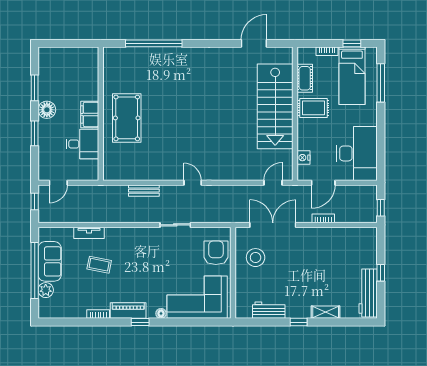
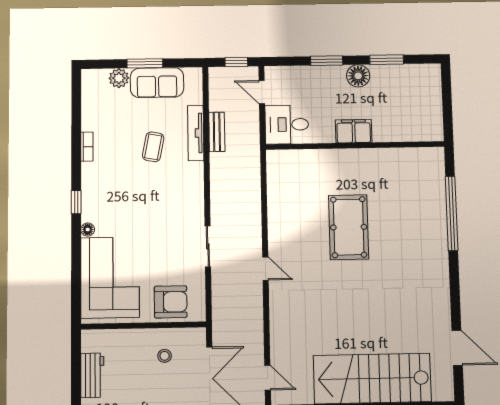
pool table: (127, 118) -> (349, 227), moved, turned 90
desk: (83, 144) -> (287, 124), moved, turned 90
door: (193, 183) -> (265, 269), hinge flipped
bench: (144, 191) -> (217, 132), moved
tv unit: (89, 233) -> (196, 133), width x1.41
stool: (256, 258) -> (165, 356), width x0.53, depth x0.53
window: (35, 270) -> (145, 63), width x0.47
piano: (128, 311) -> (92, 186), removed

